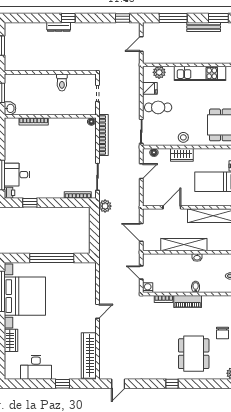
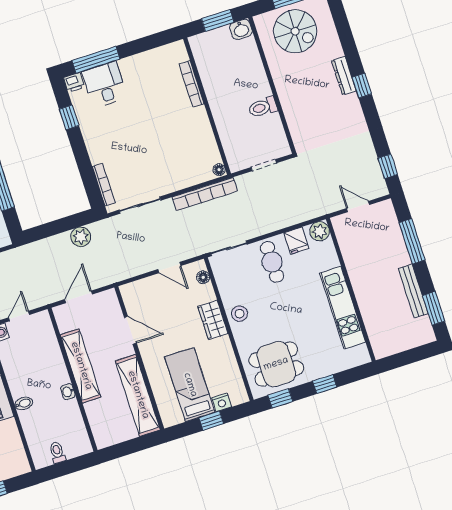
spiral stairs: (22, 48) -> (295, 31), added
plant: (159, 72) -> (320, 231), moved
washbasin: (10, 108) -> (241, 29), moved
plant: (105, 206) -> (81, 237), moved

